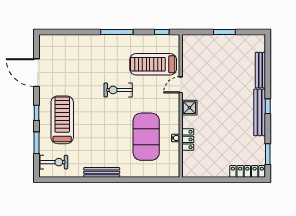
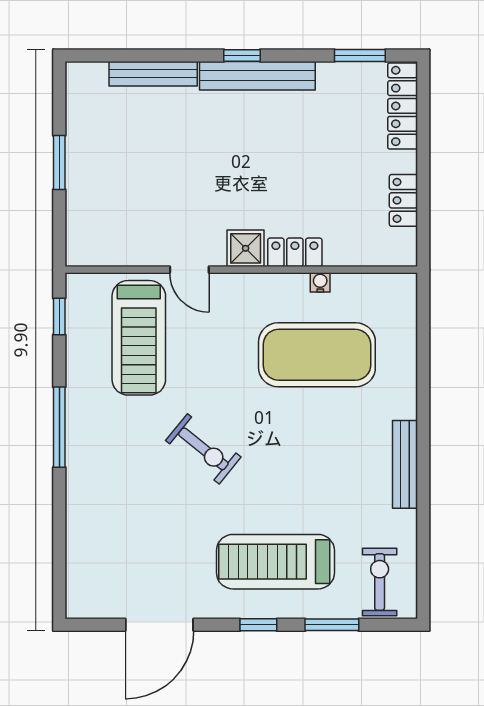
exercise bike: (118, 90) -> (203, 449), moved, turned -51
locker: (188, 139) -> (295, 252), moved
locker: (209, 172) -> (403, 200), added

